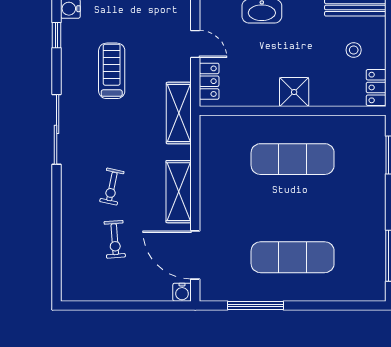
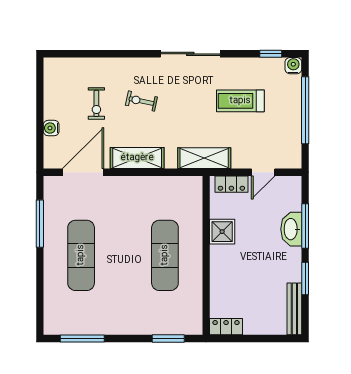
stool: (354, 50) -> (258, 308), removed
treadmill: (112, 71) -> (240, 101), turned 180
shower: (294, 92) -> (222, 232), moved
exercise bike: (115, 239) -> (96, 103), turned -86
water cooler: (182, 292) -> (51, 128), moved

